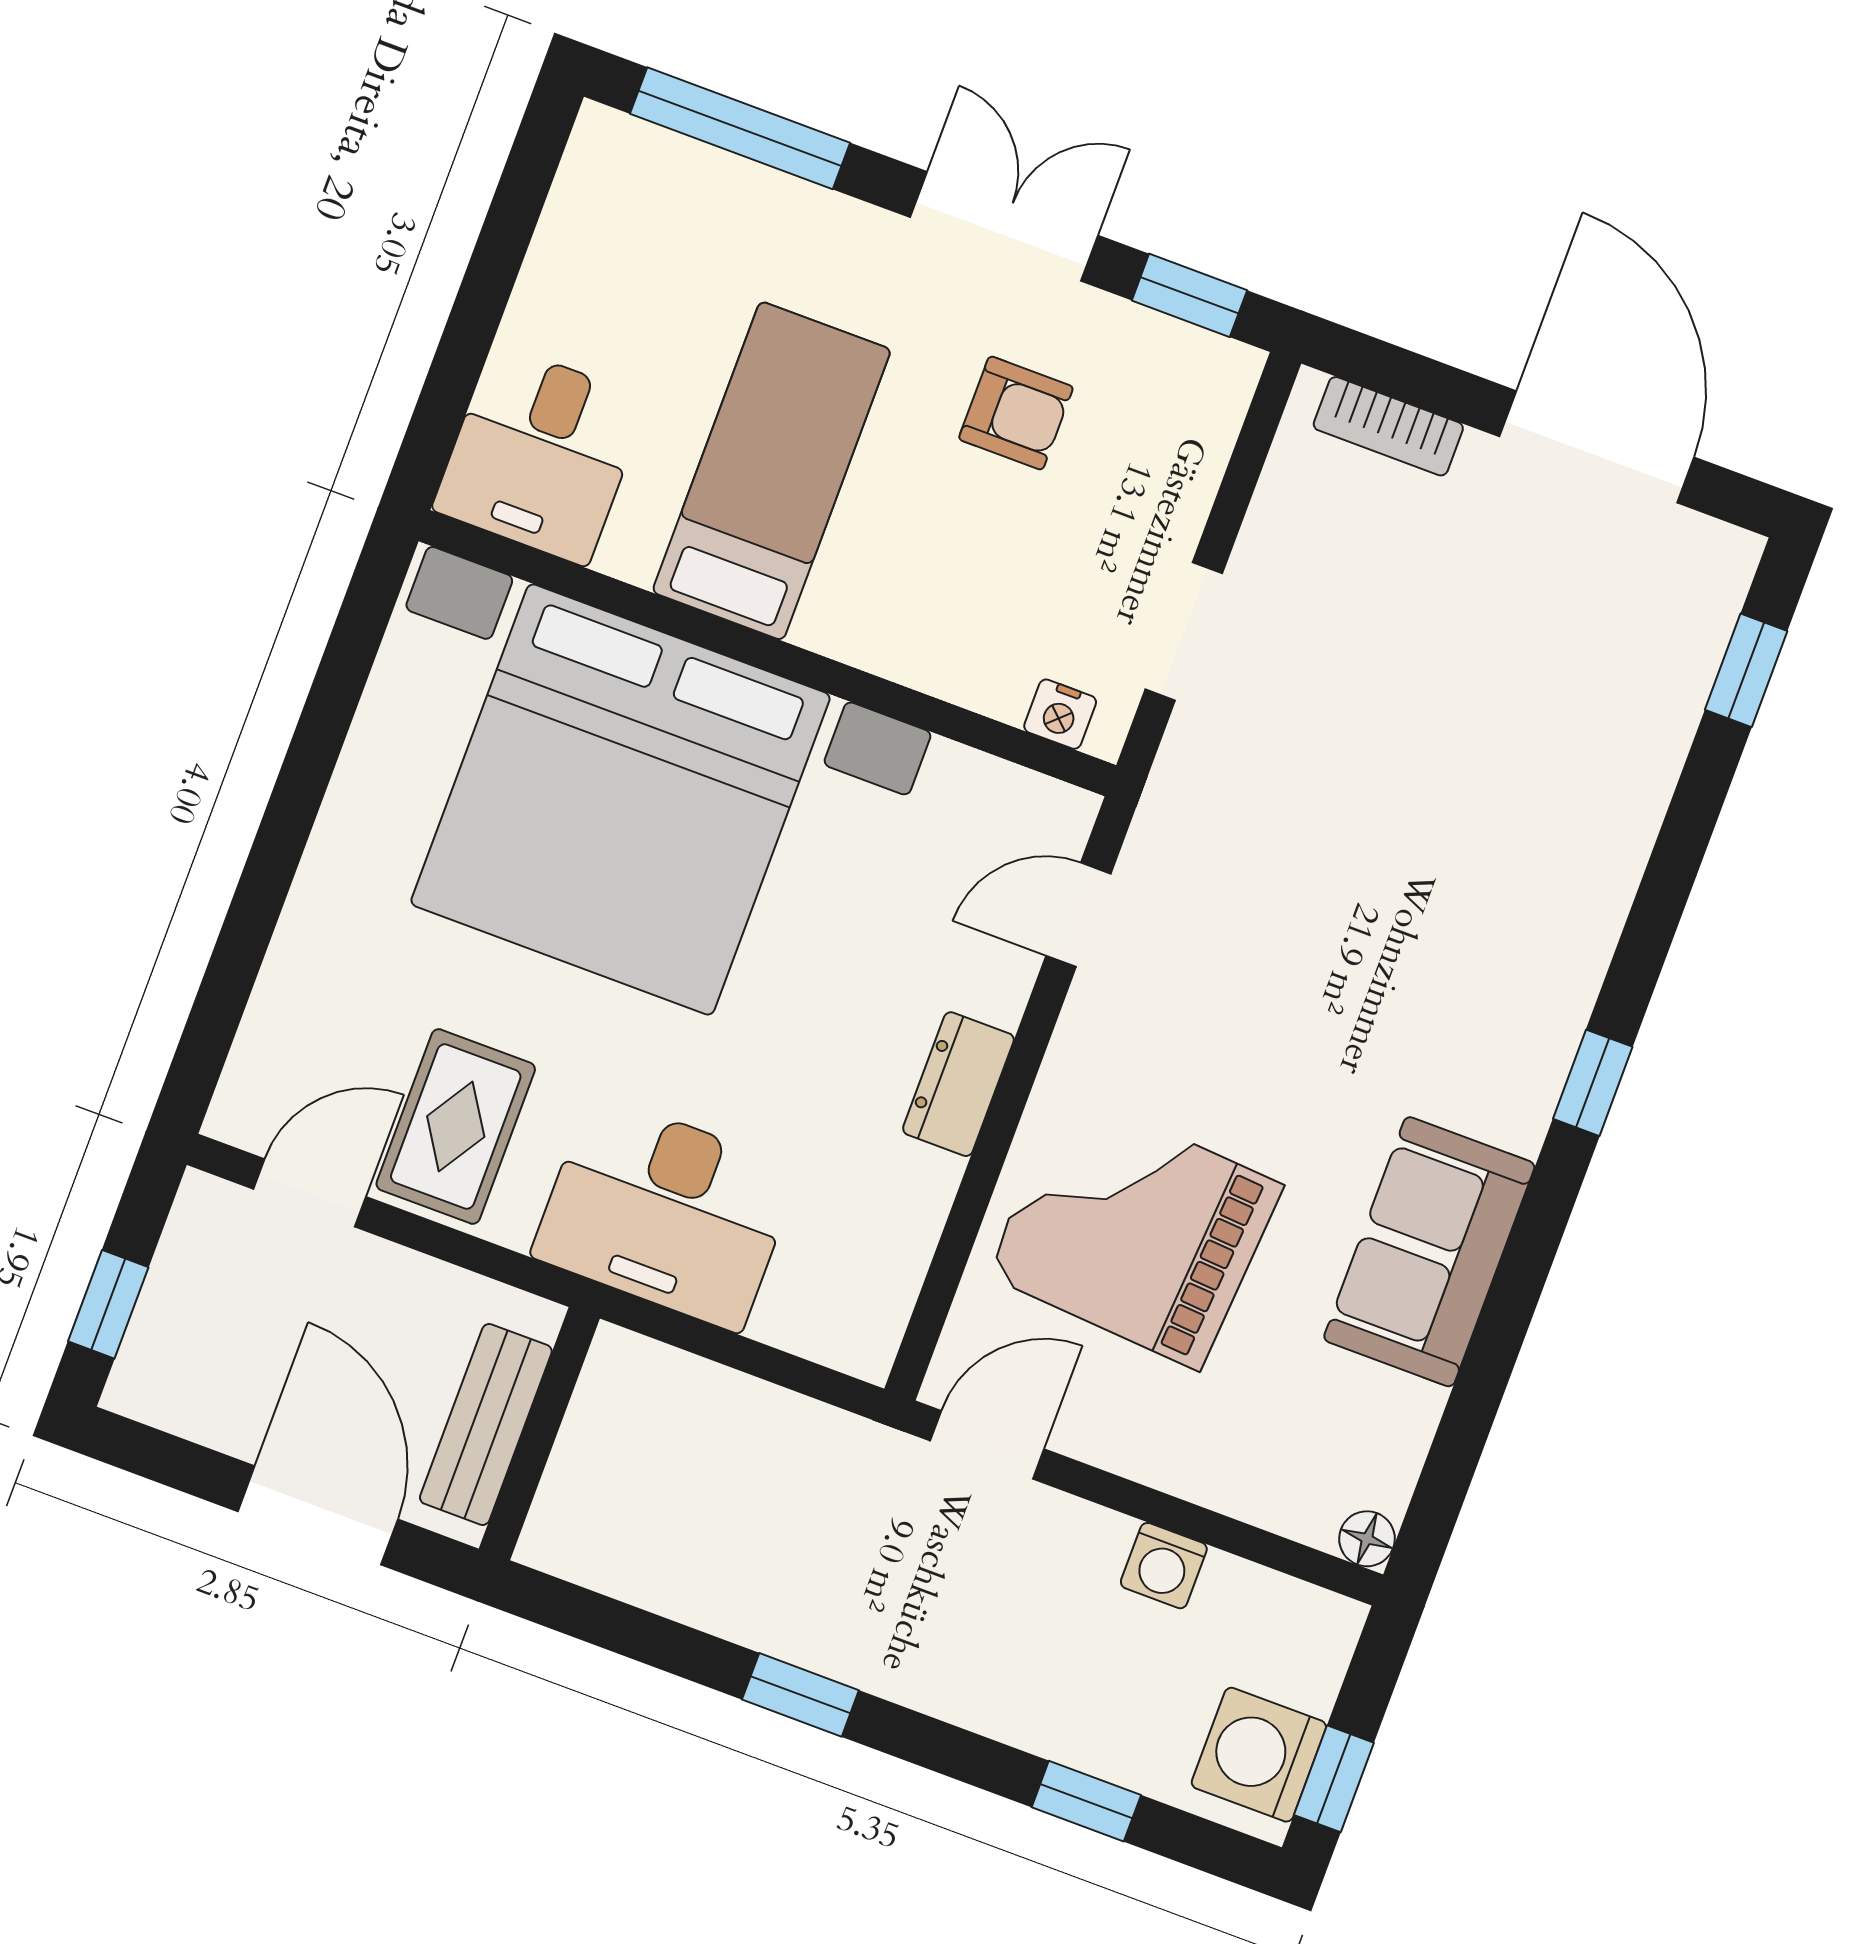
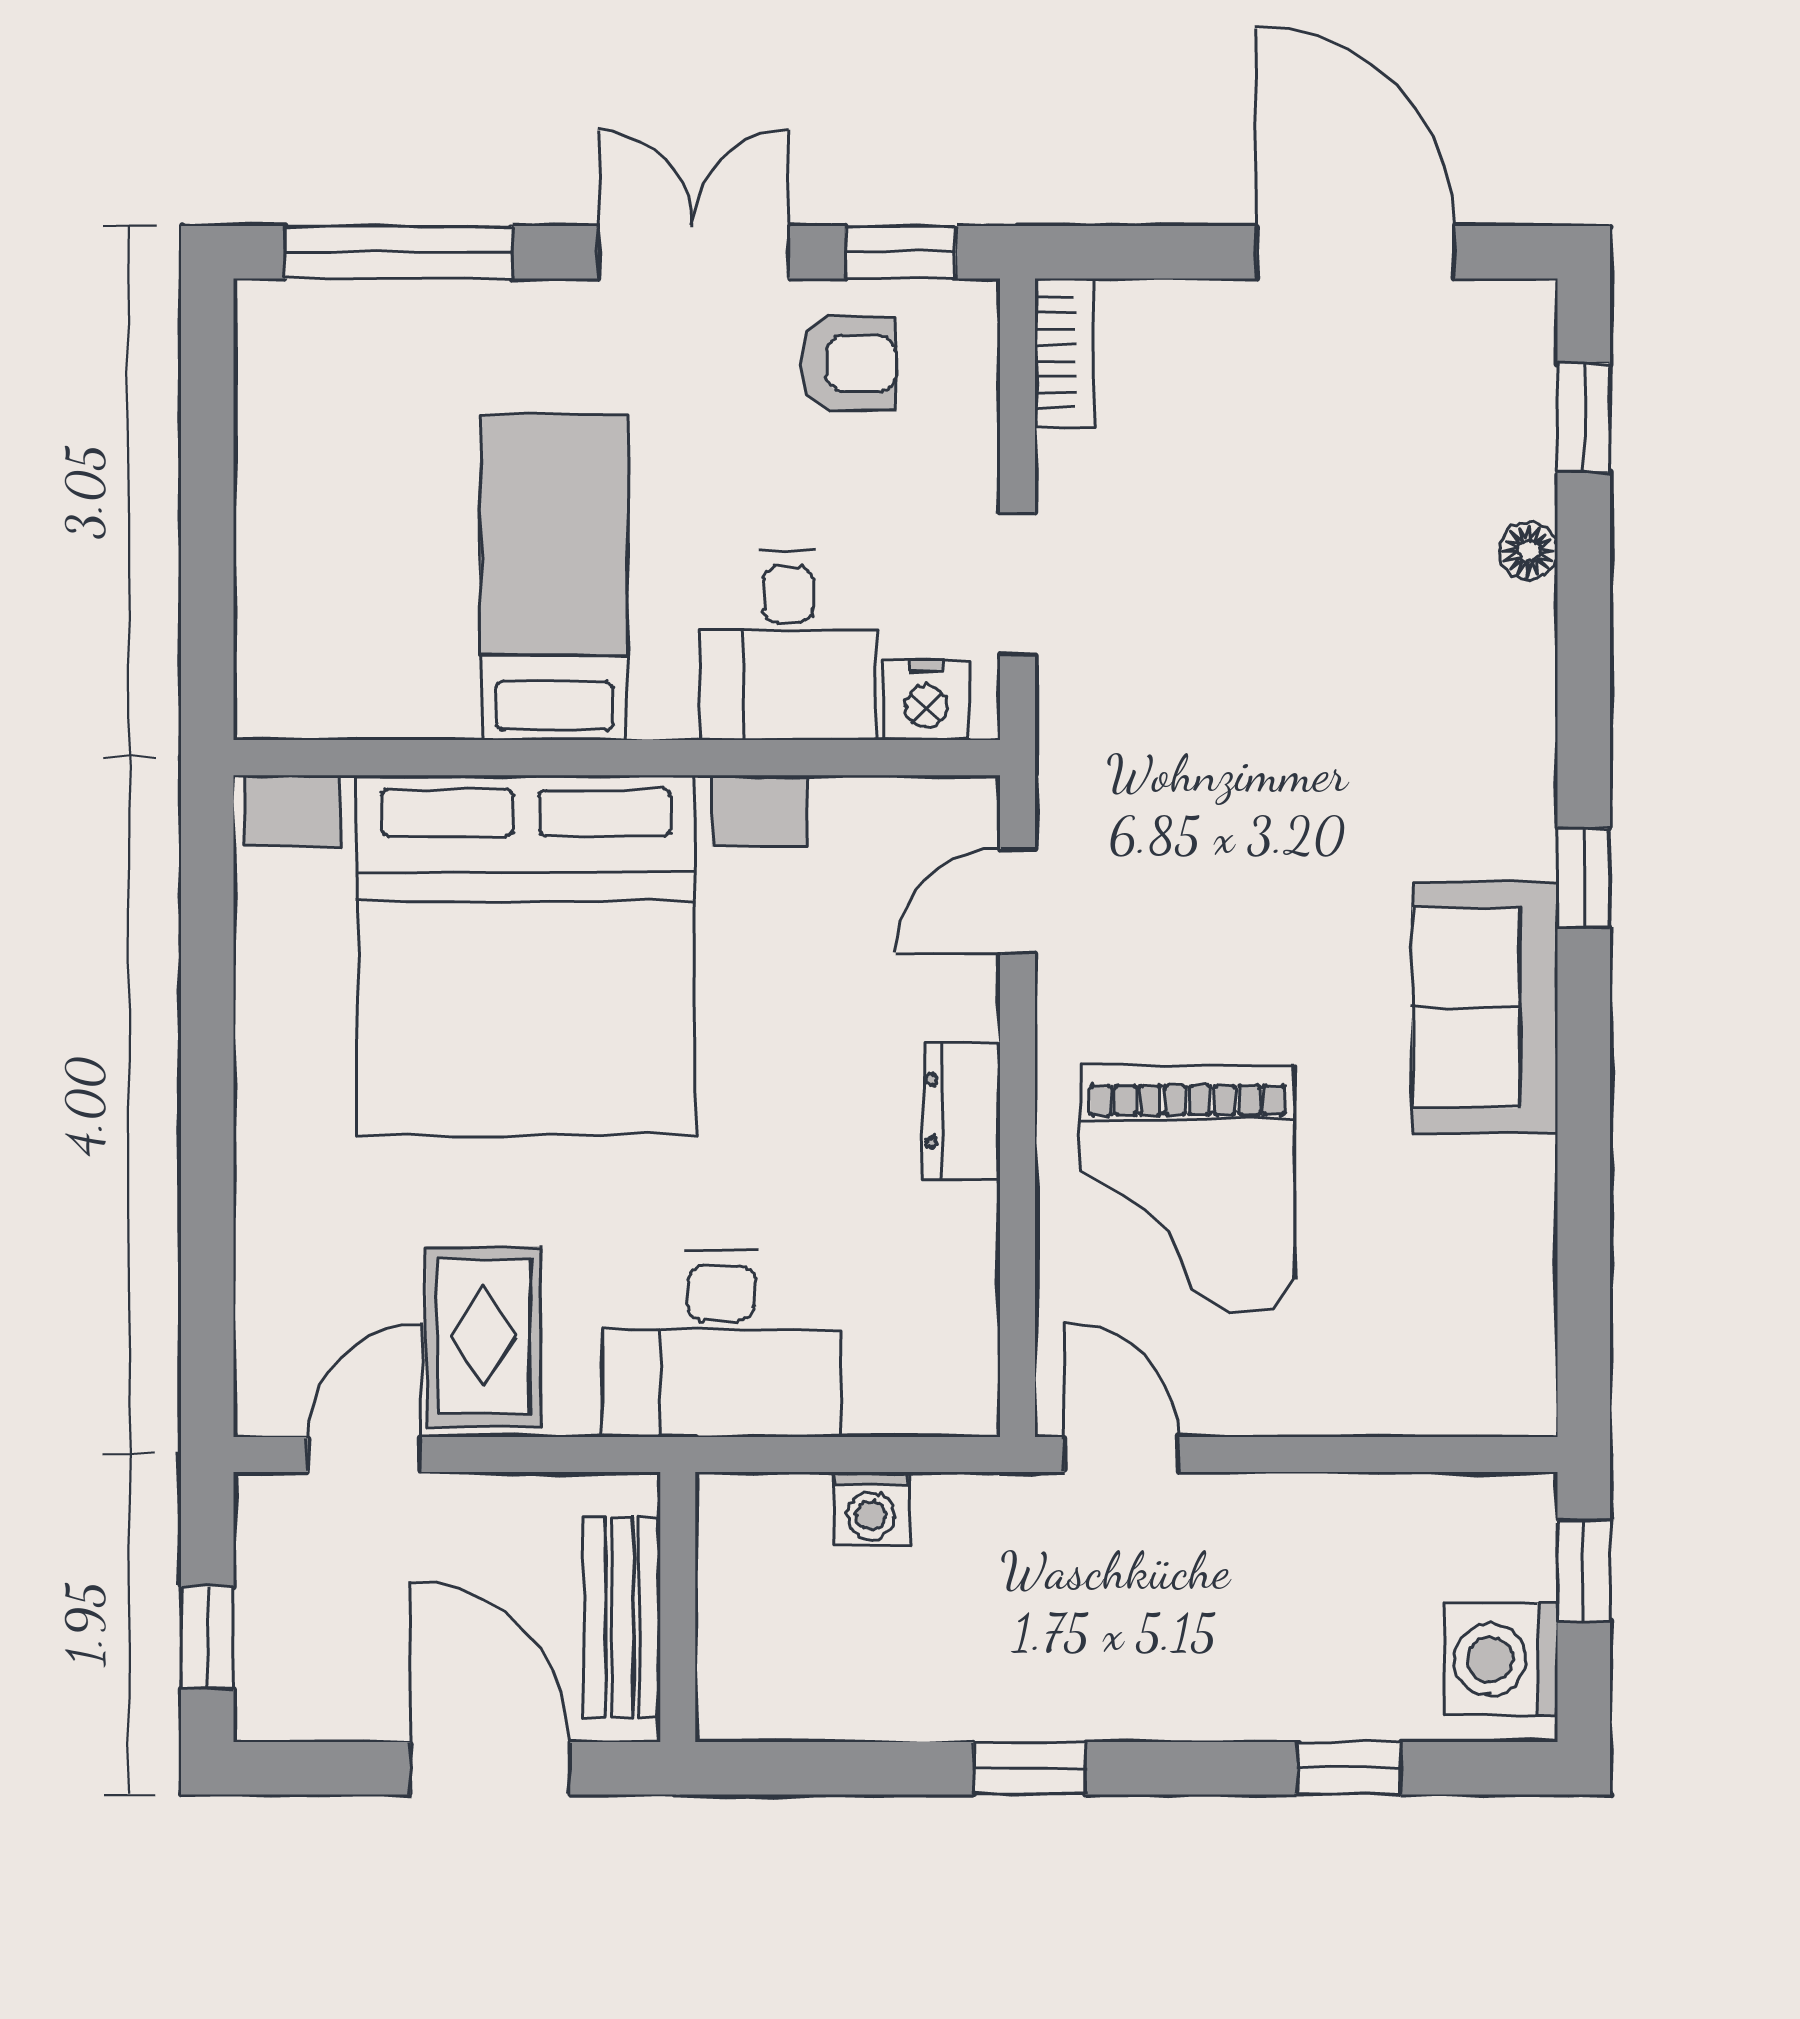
armchair: (1016, 413) -> (848, 364), moved
bookcase: (1388, 426) -> (1065, 353), moved, turned -90
desk: (540, 454) -> (788, 645), moved
nightstand: (1060, 714) -> (926, 700), width x1.39, depth x1.35
grand piano: (1134, 1230) -> (1187, 1190), turned -94
sofa: (1429, 1252) -> (1485, 1008), moved
door: (987, 1445) -> (1122, 1455), hinge flipped
floor lamp: (1367, 1539) -> (1529, 551), moved
washing machine: (1164, 1566) -> (871, 1509), moved
window: (1334, 1779) -> (1584, 1571), moved

